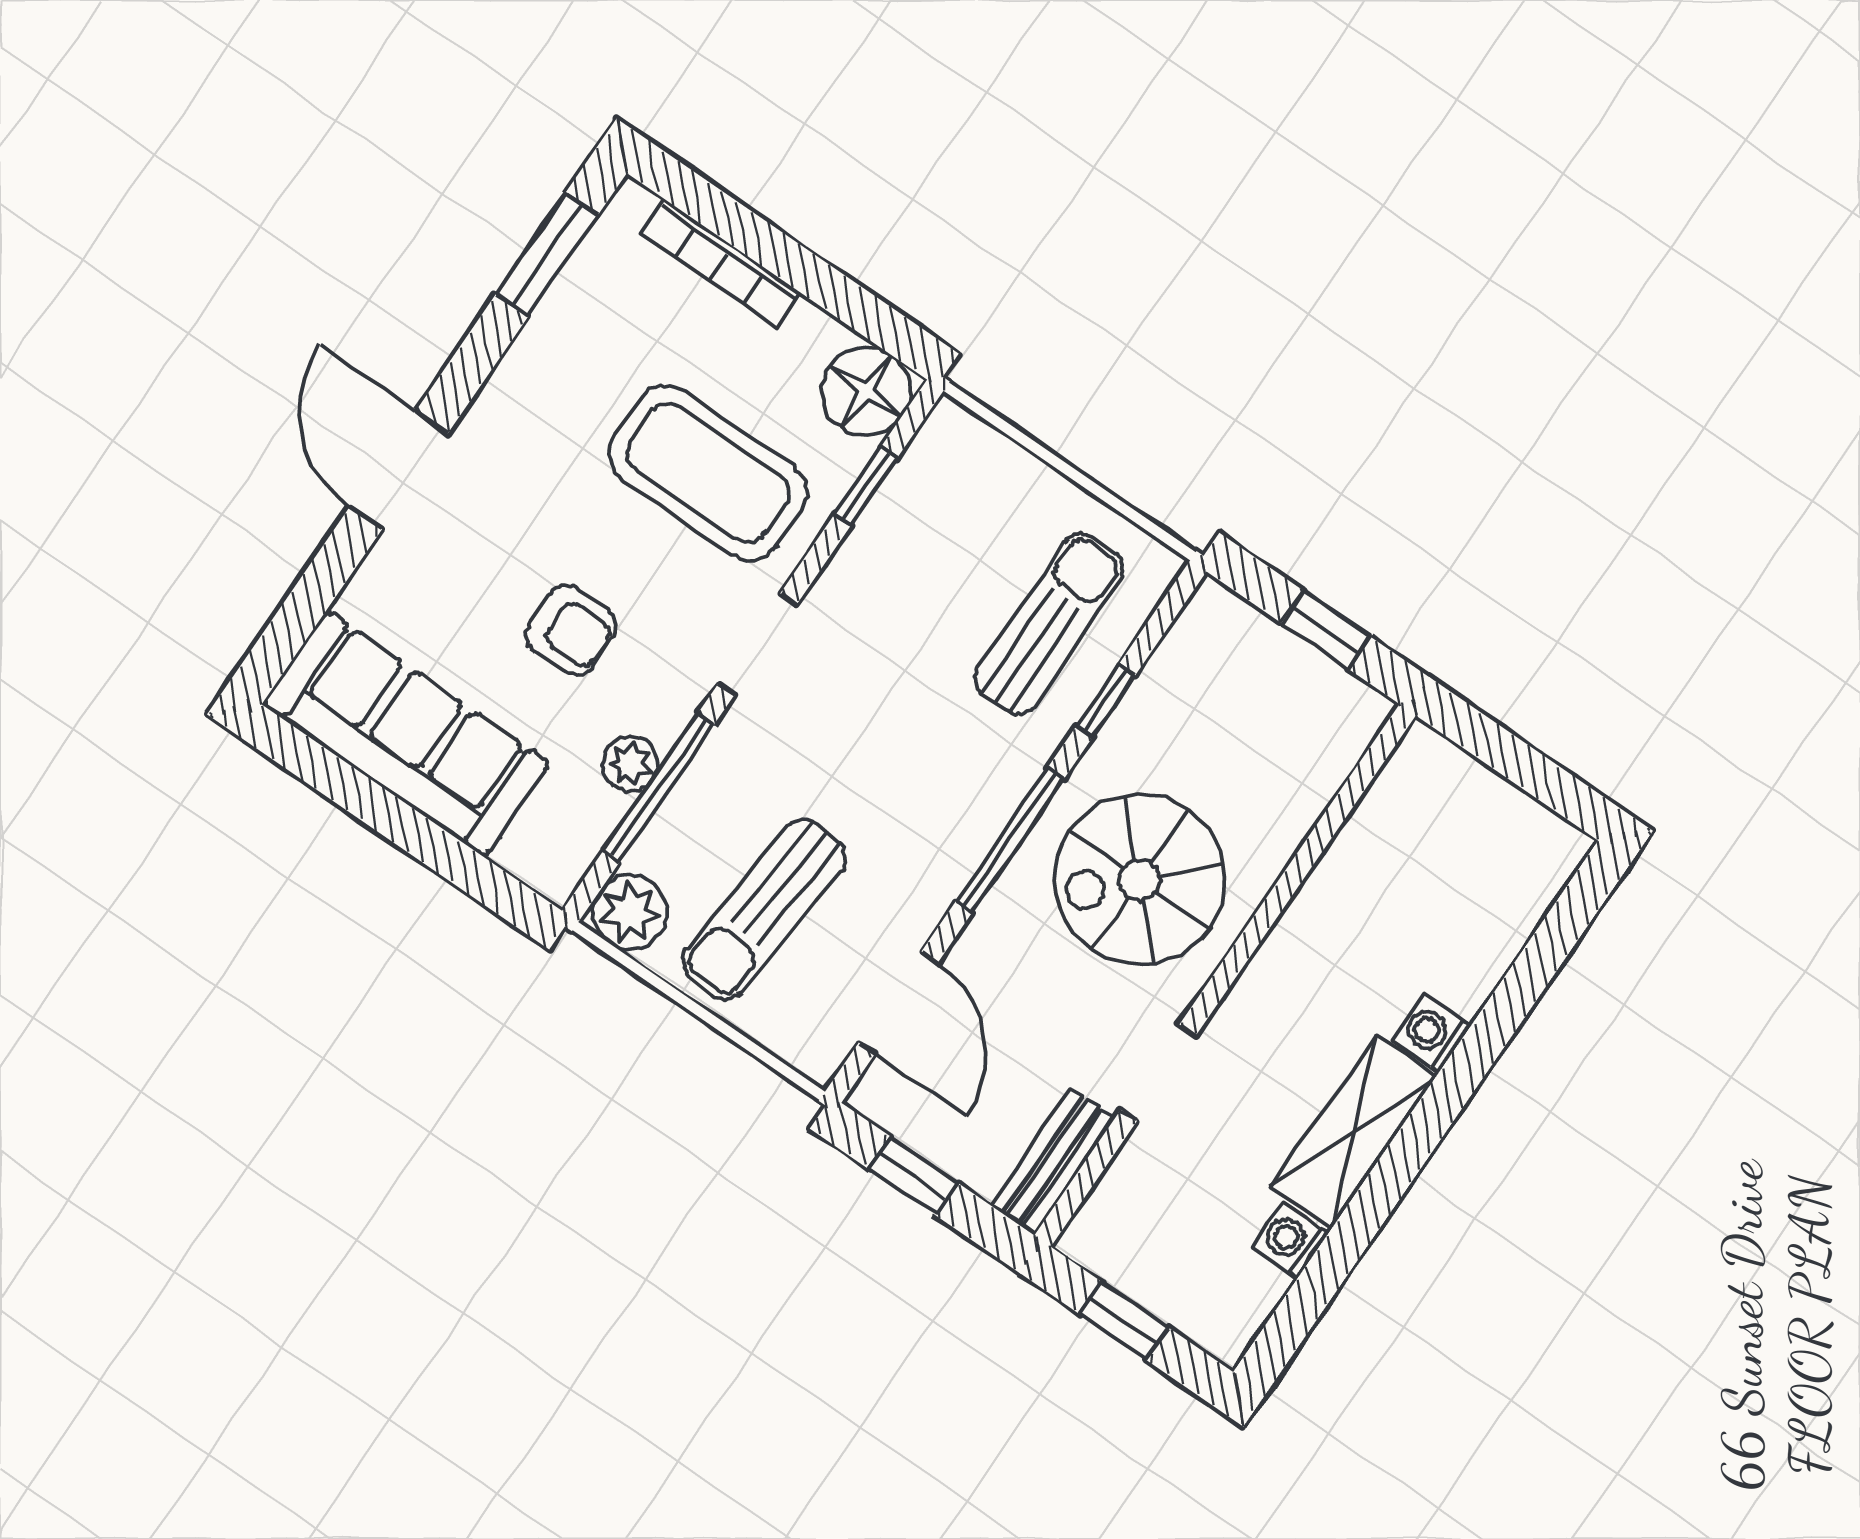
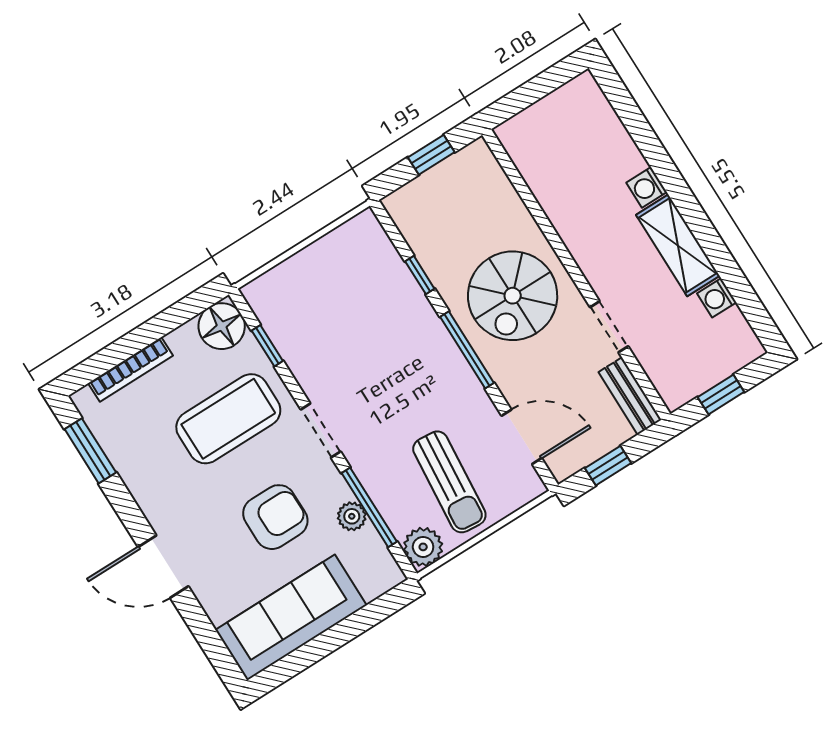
sun lounger: (1049, 624) -> (371, 286), removed
armchair: (571, 630) -> (275, 517), width x1.38, depth x1.38

